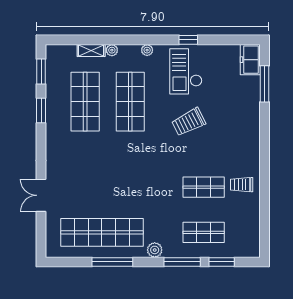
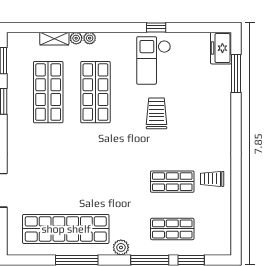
plant: (147, 50) -> (90, 38), moved
trolley: (189, 122) -> (157, 113), turned 117

